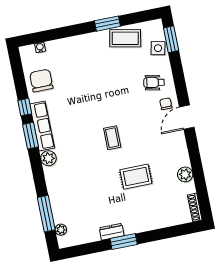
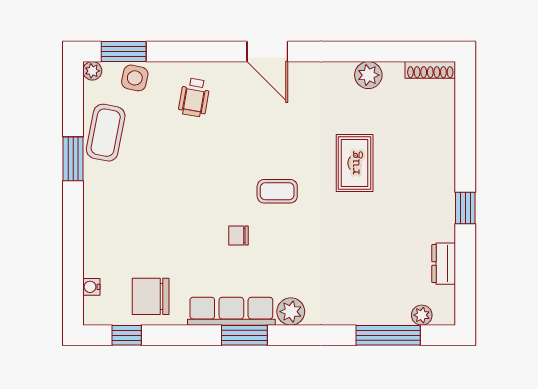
plant: (157, 24) -> (92, 71), added
chair: (166, 104) -> (239, 235), moved
window: (25, 107) -> (127, 335), moved
dresser: (112, 232) -> (444, 264), moved
window: (124, 242) -> (465, 208), width x0.67

